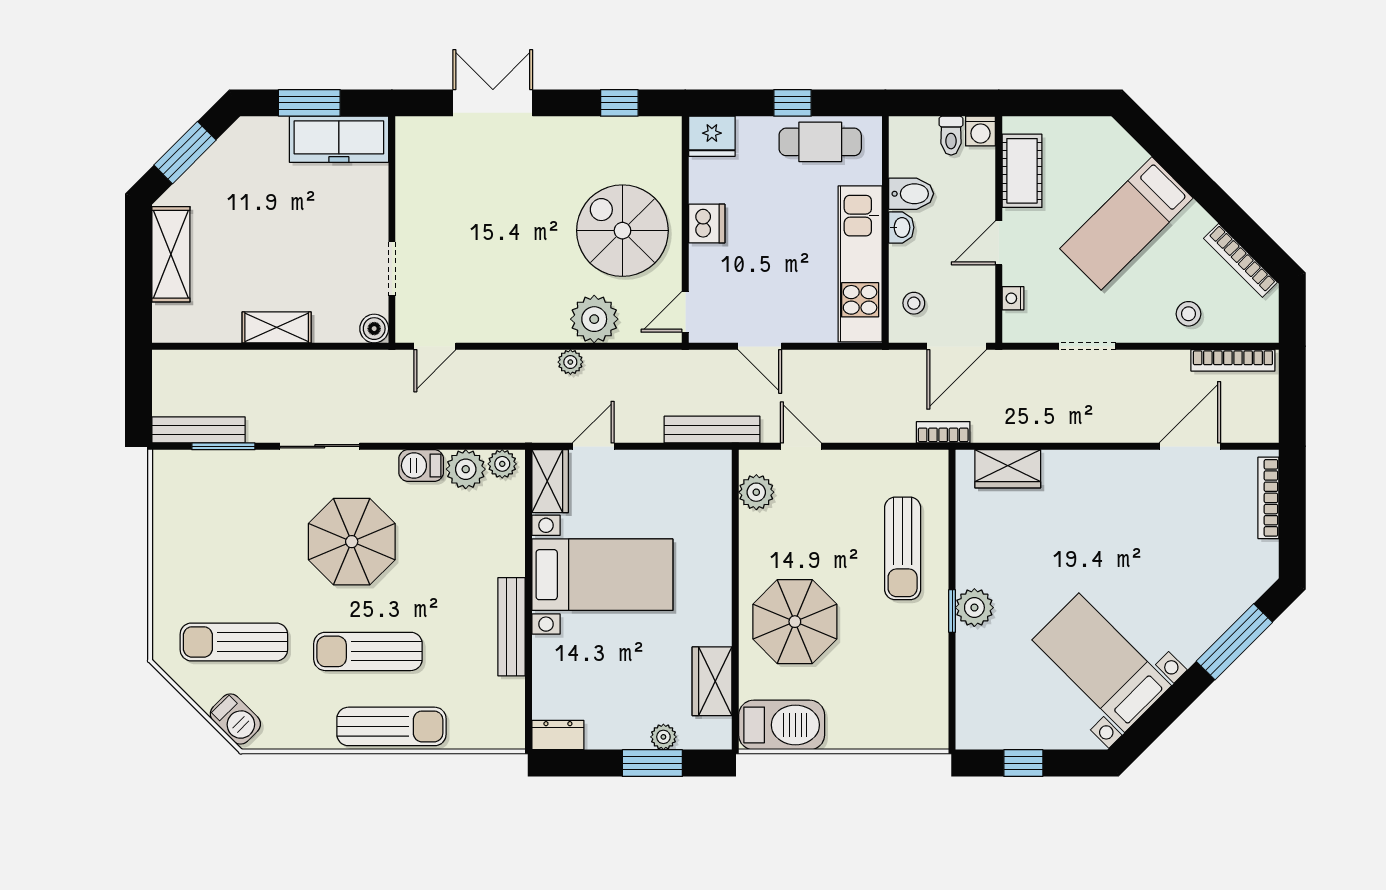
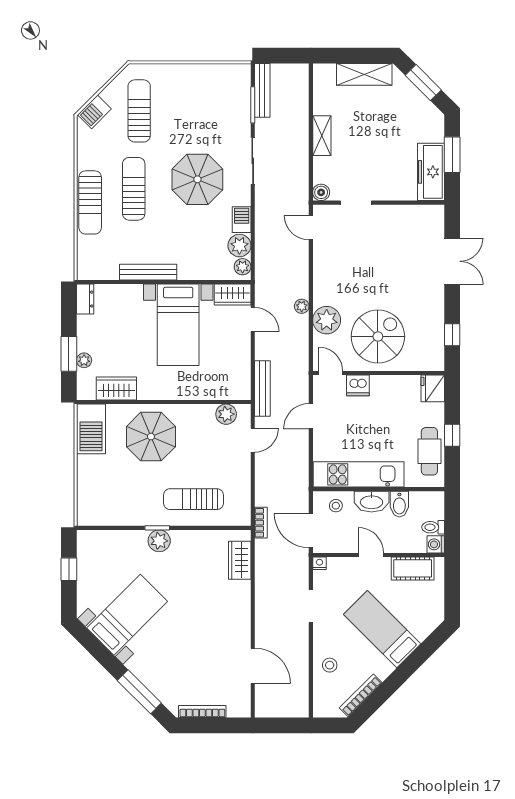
dishwasher: (707, 224) -> (358, 385), moved
washbasin: (901, 227) -> (372, 502), width x1.91, depth x1.45
nightstand: (1013, 298) -> (319, 563), moved
bookcase: (1233, 360) -> (303, 691), removed
bookcase: (1268, 498) -> (202, 711), moved

